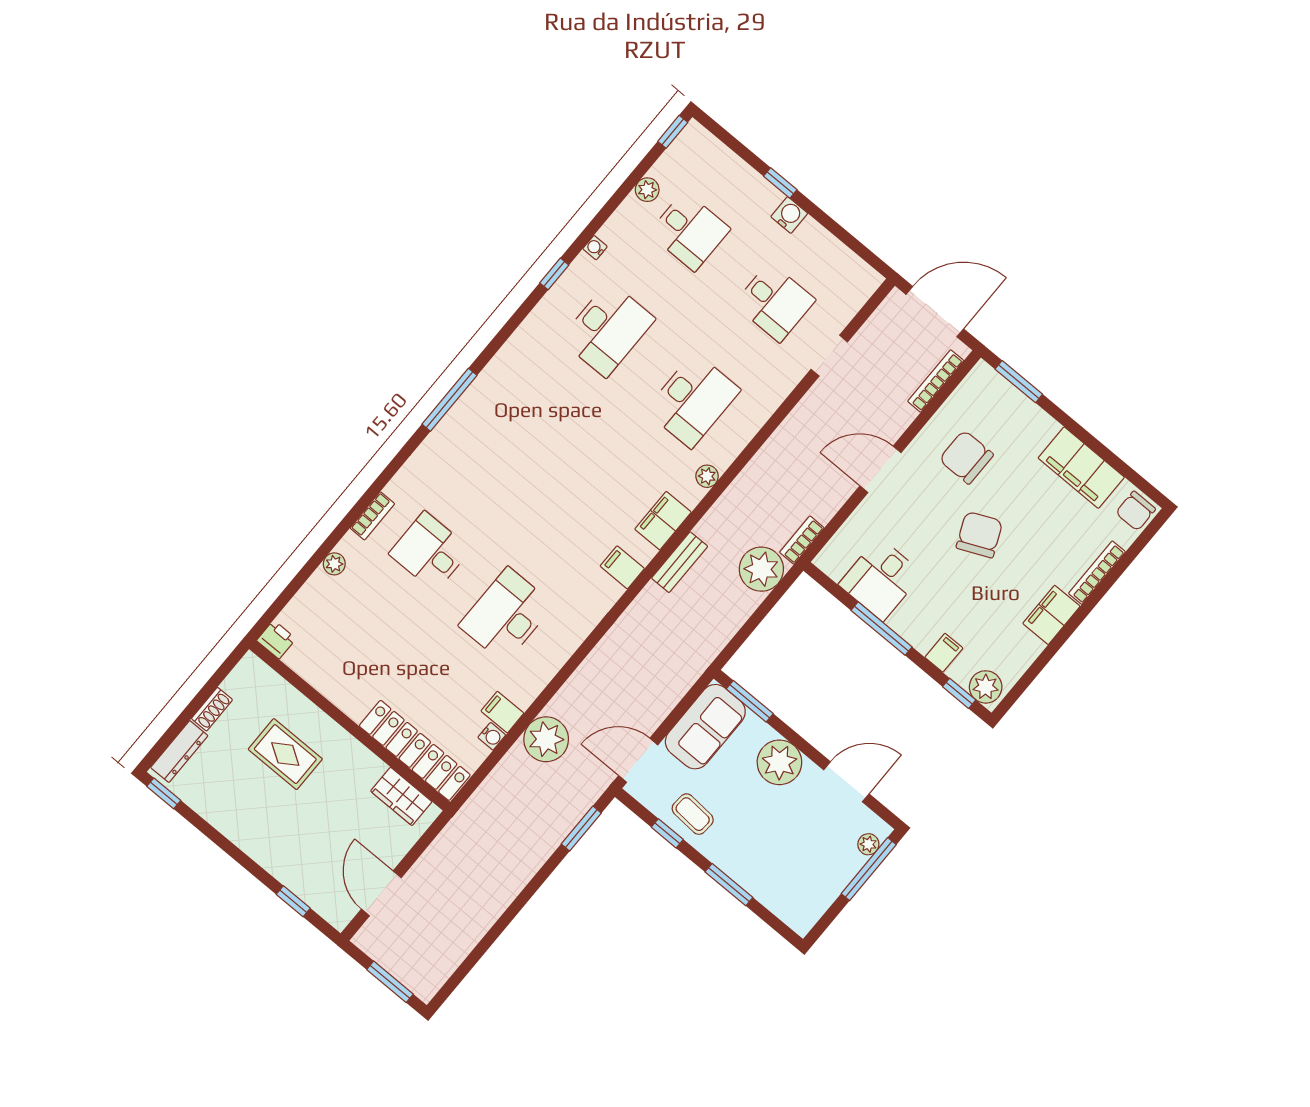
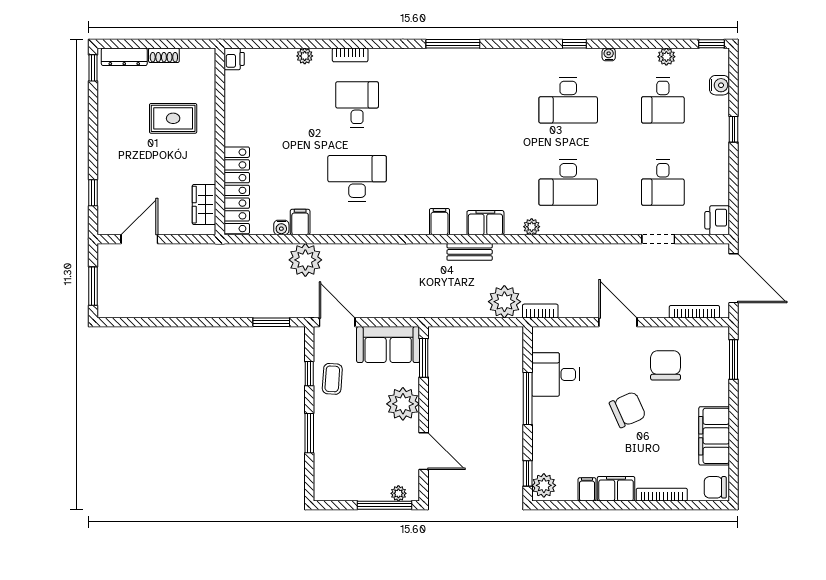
water cooler: (789, 215) -> (719, 85), moved
printer: (861, 278) -> (717, 220), added
filing cabinet: (944, 653) -> (587, 489), moved, turned -90
rug: (285, 754) -> (173, 118), turned 90

